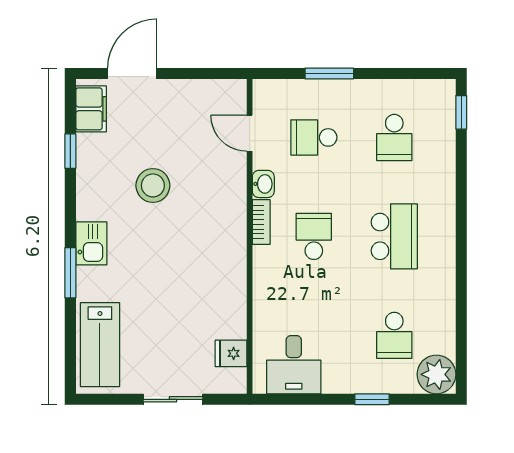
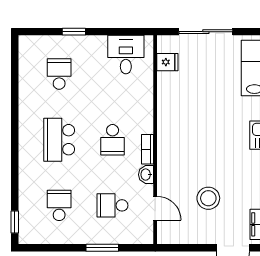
school desk: (314, 137) -> (113, 205), turned 180
stool: (153, 185) -> (208, 198), moved
plant: (436, 374) -> (31, 48), removed
sliding door: (173, 399) -> (206, 32), width x1.37

